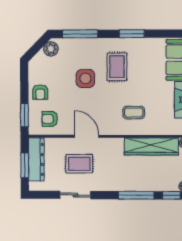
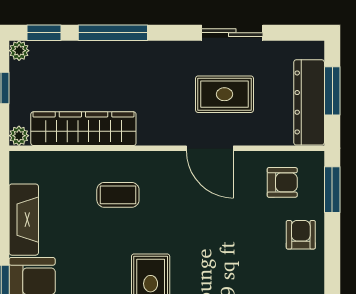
side table: (85, 78) -> (212, 261), removed

